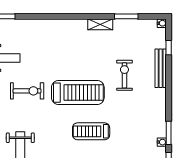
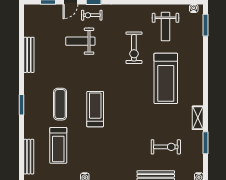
exercise bike: (124, 75) -> (166, 147), moved
treadmill: (78, 93) -> (166, 78), moved

